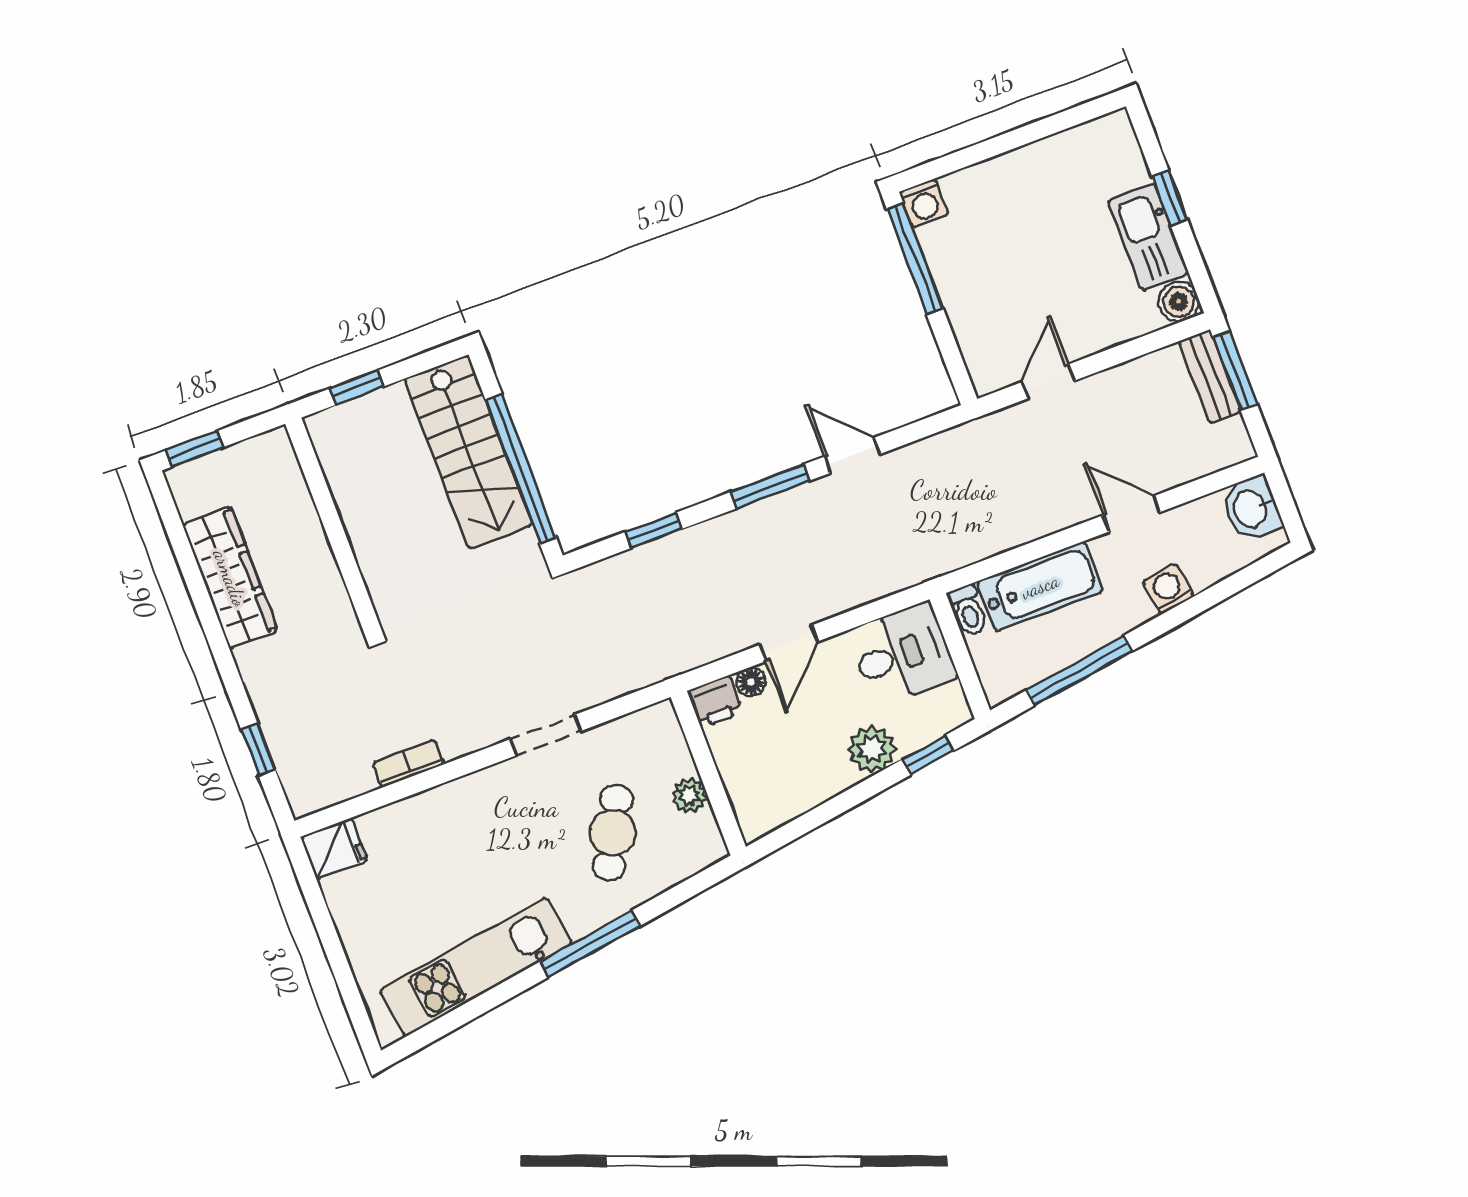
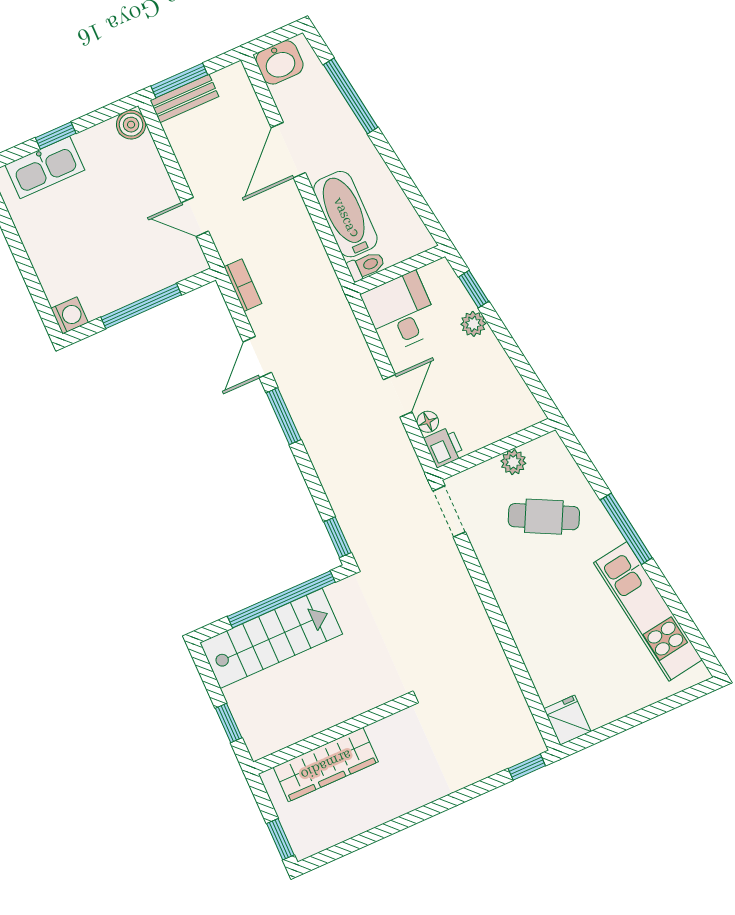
kitchen sink: (1148, 237) -> (45, 168), moved
window: (915, 259) -> (141, 306), moved
door: (1132, 514) -> (288, 150), width x1.38
window: (654, 530) -> (337, 537), moved
wardrobe: (230, 578) -> (326, 765), moved, turned 180
washing machine: (1168, 589) -> (342, 120), removed
door: (789, 643) -> (398, 396), hinge flipped
window: (1079, 671) -> (351, 96), moved
doorway: (546, 735) -> (449, 511), moved
plant: (872, 749) -> (473, 324), width x0.73, depth x0.73
window: (258, 750) -> (527, 767), moved
bookcase: (408, 763) -> (243, 285), moved, turned 180

